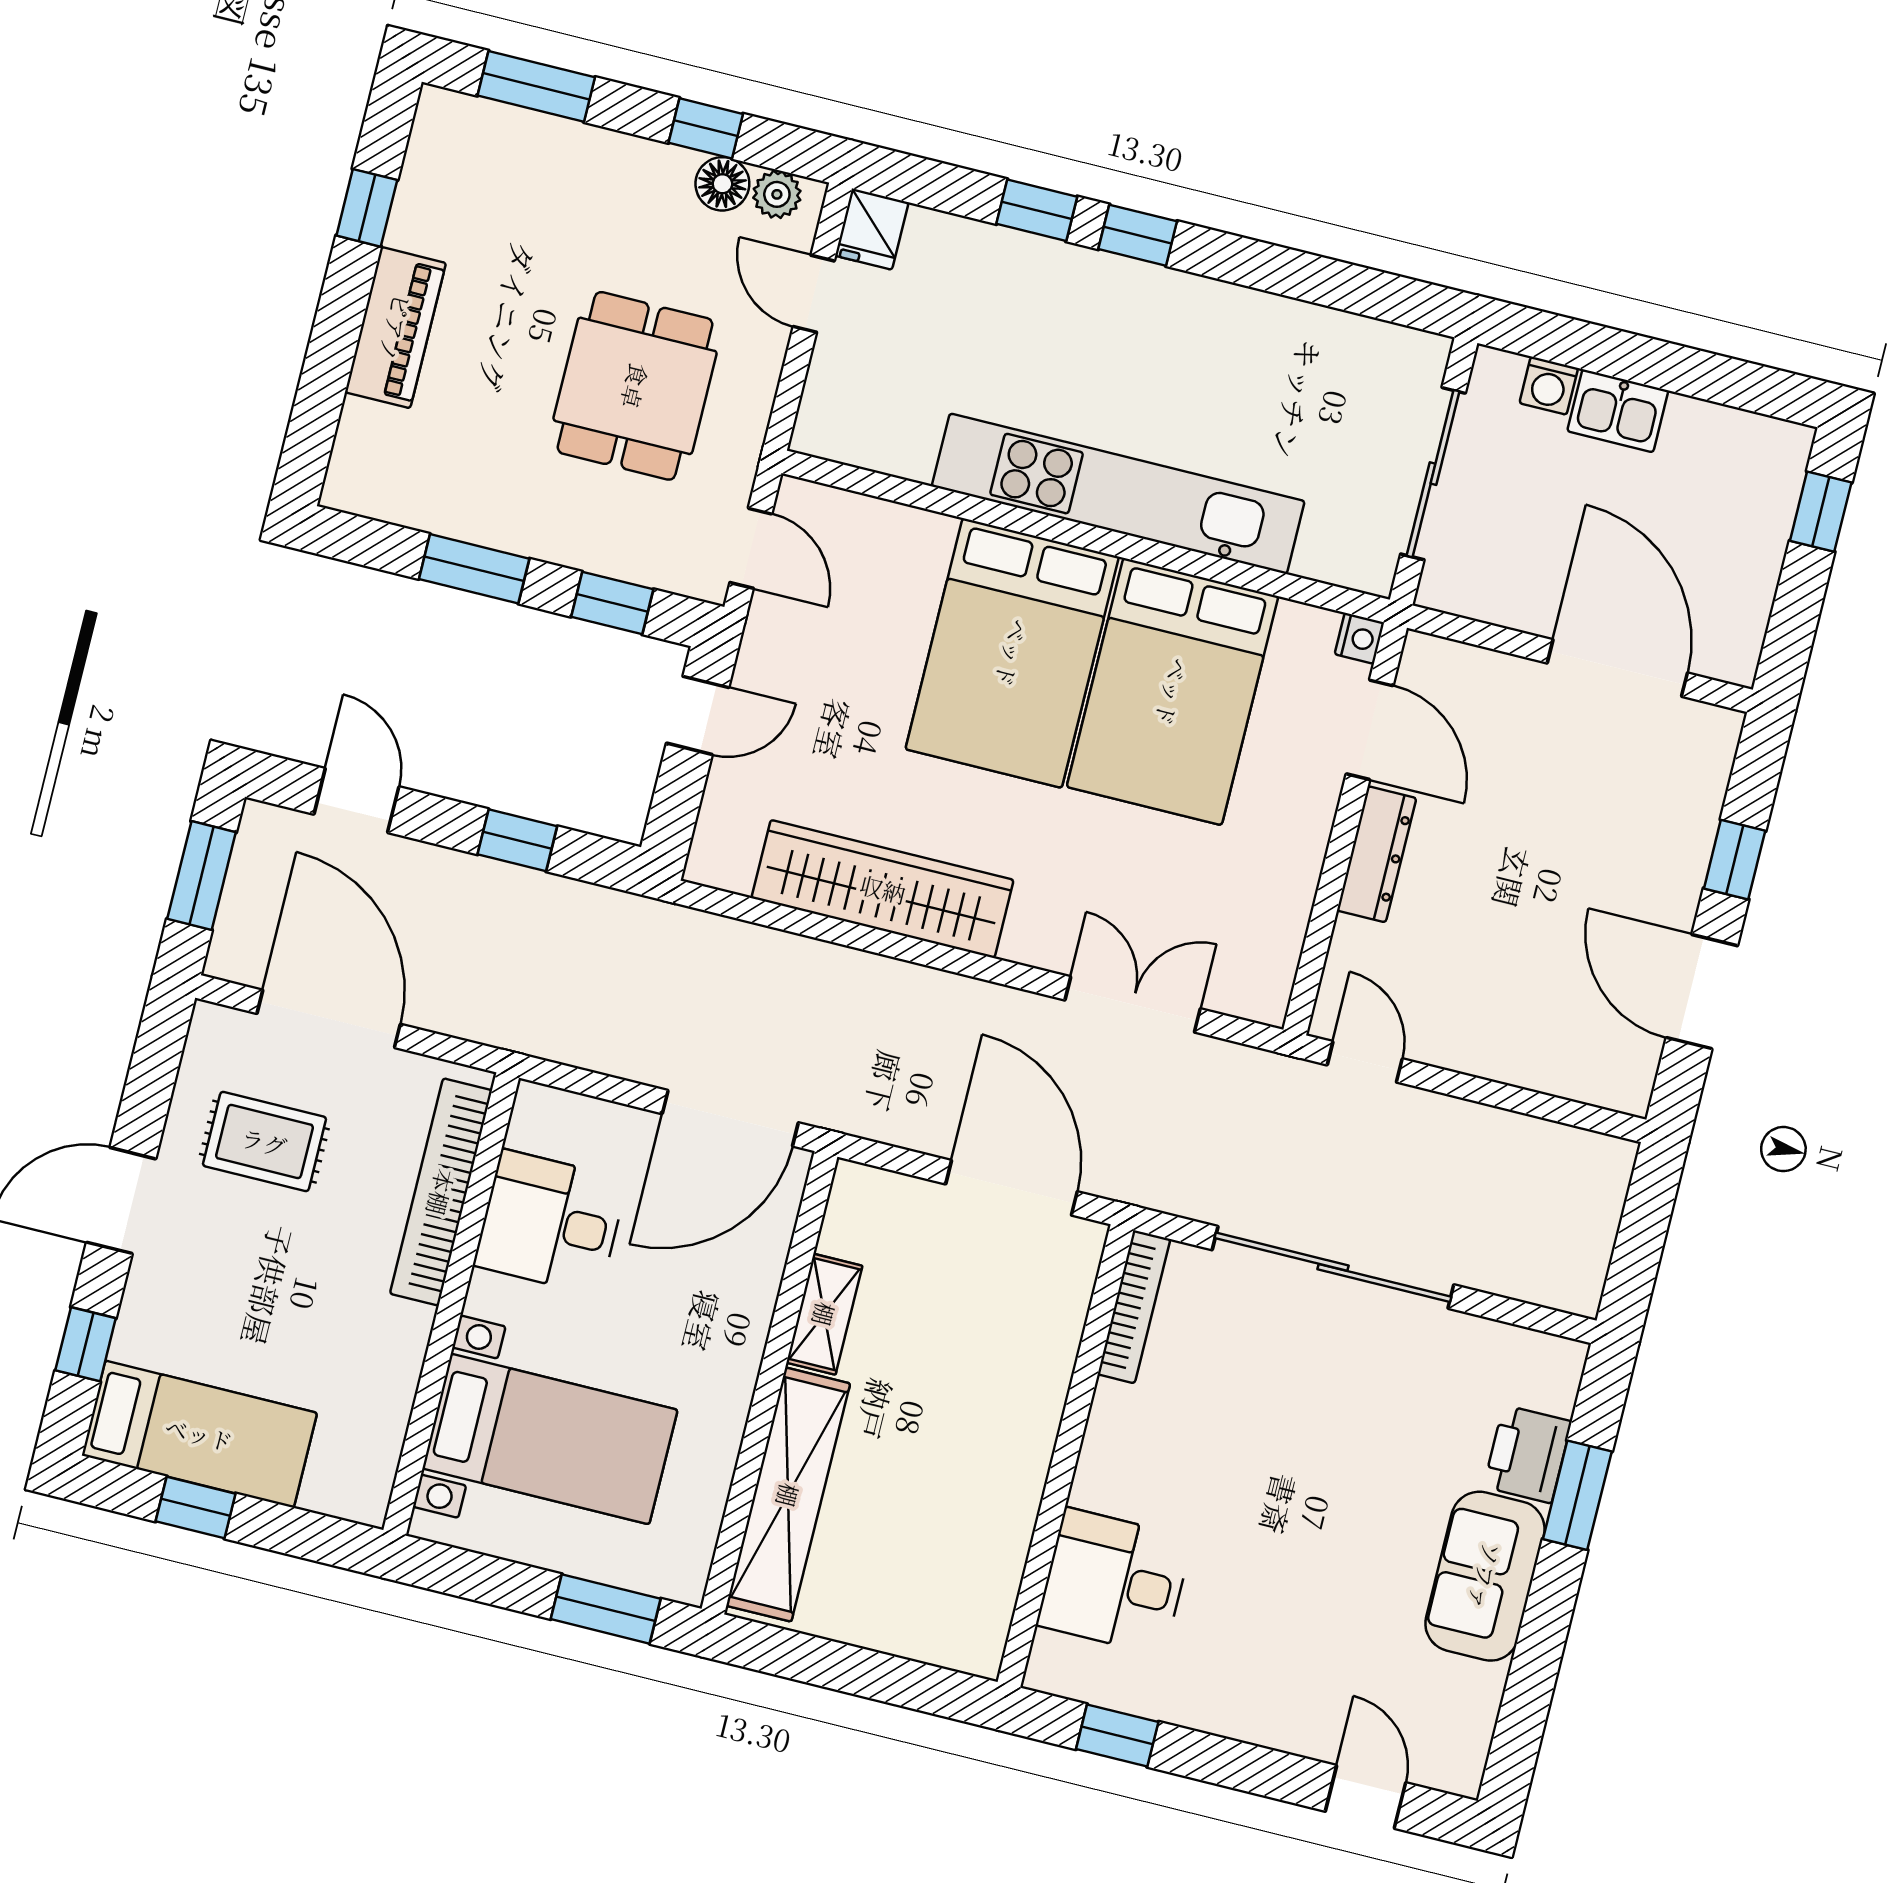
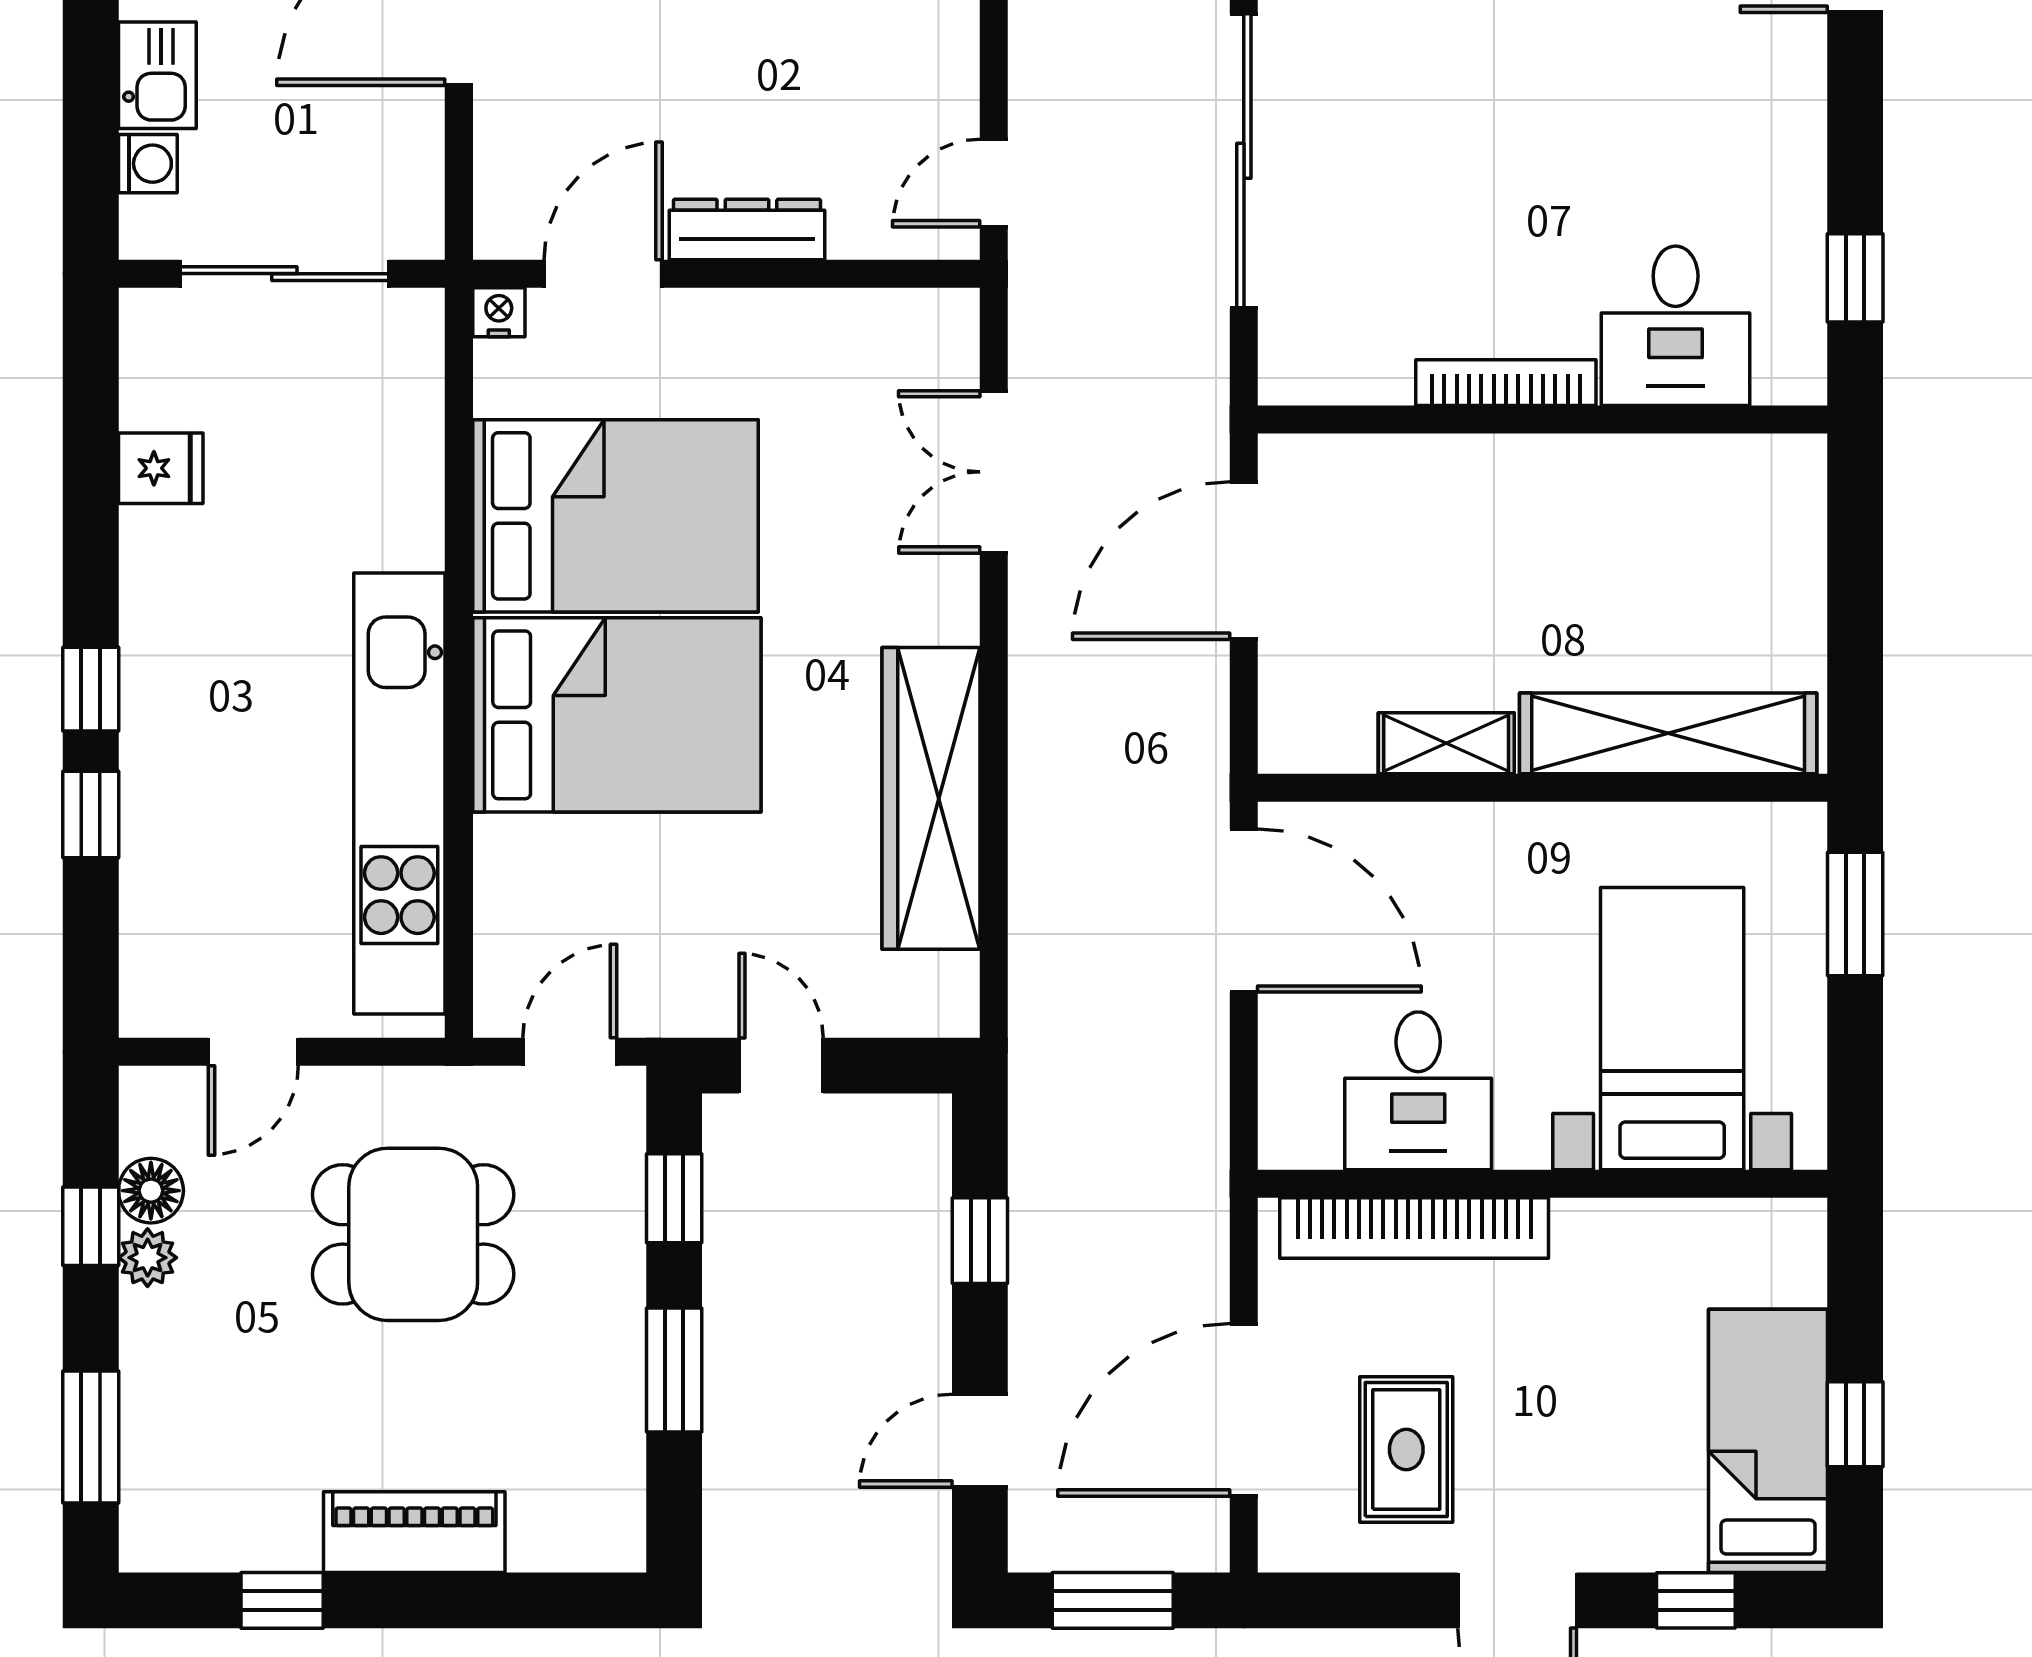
plant: (777, 194) -> (148, 1258), moved
fridge: (872, 229) -> (161, 468), moved
kitchen unit: (1118, 494) -> (399, 794), moved
bookcase: (1134, 1307) -> (1506, 383), moved

